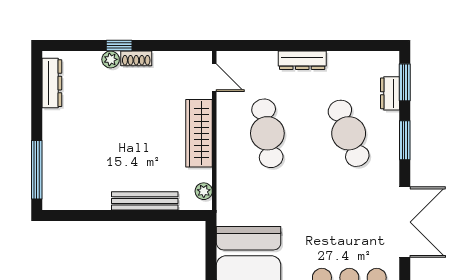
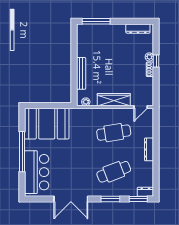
dresser: (390, 93) -> (145, 192), moved

